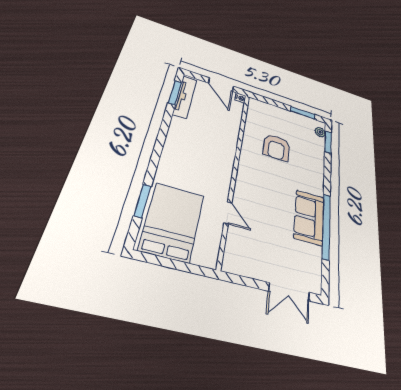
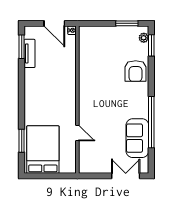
tv unit: (185, 97) -> (29, 53), width x0.71
armchair: (276, 147) -> (136, 71), moved
sofa: (309, 217) -> (137, 138), moved
double door: (289, 292) -> (126, 176), swing flipped

